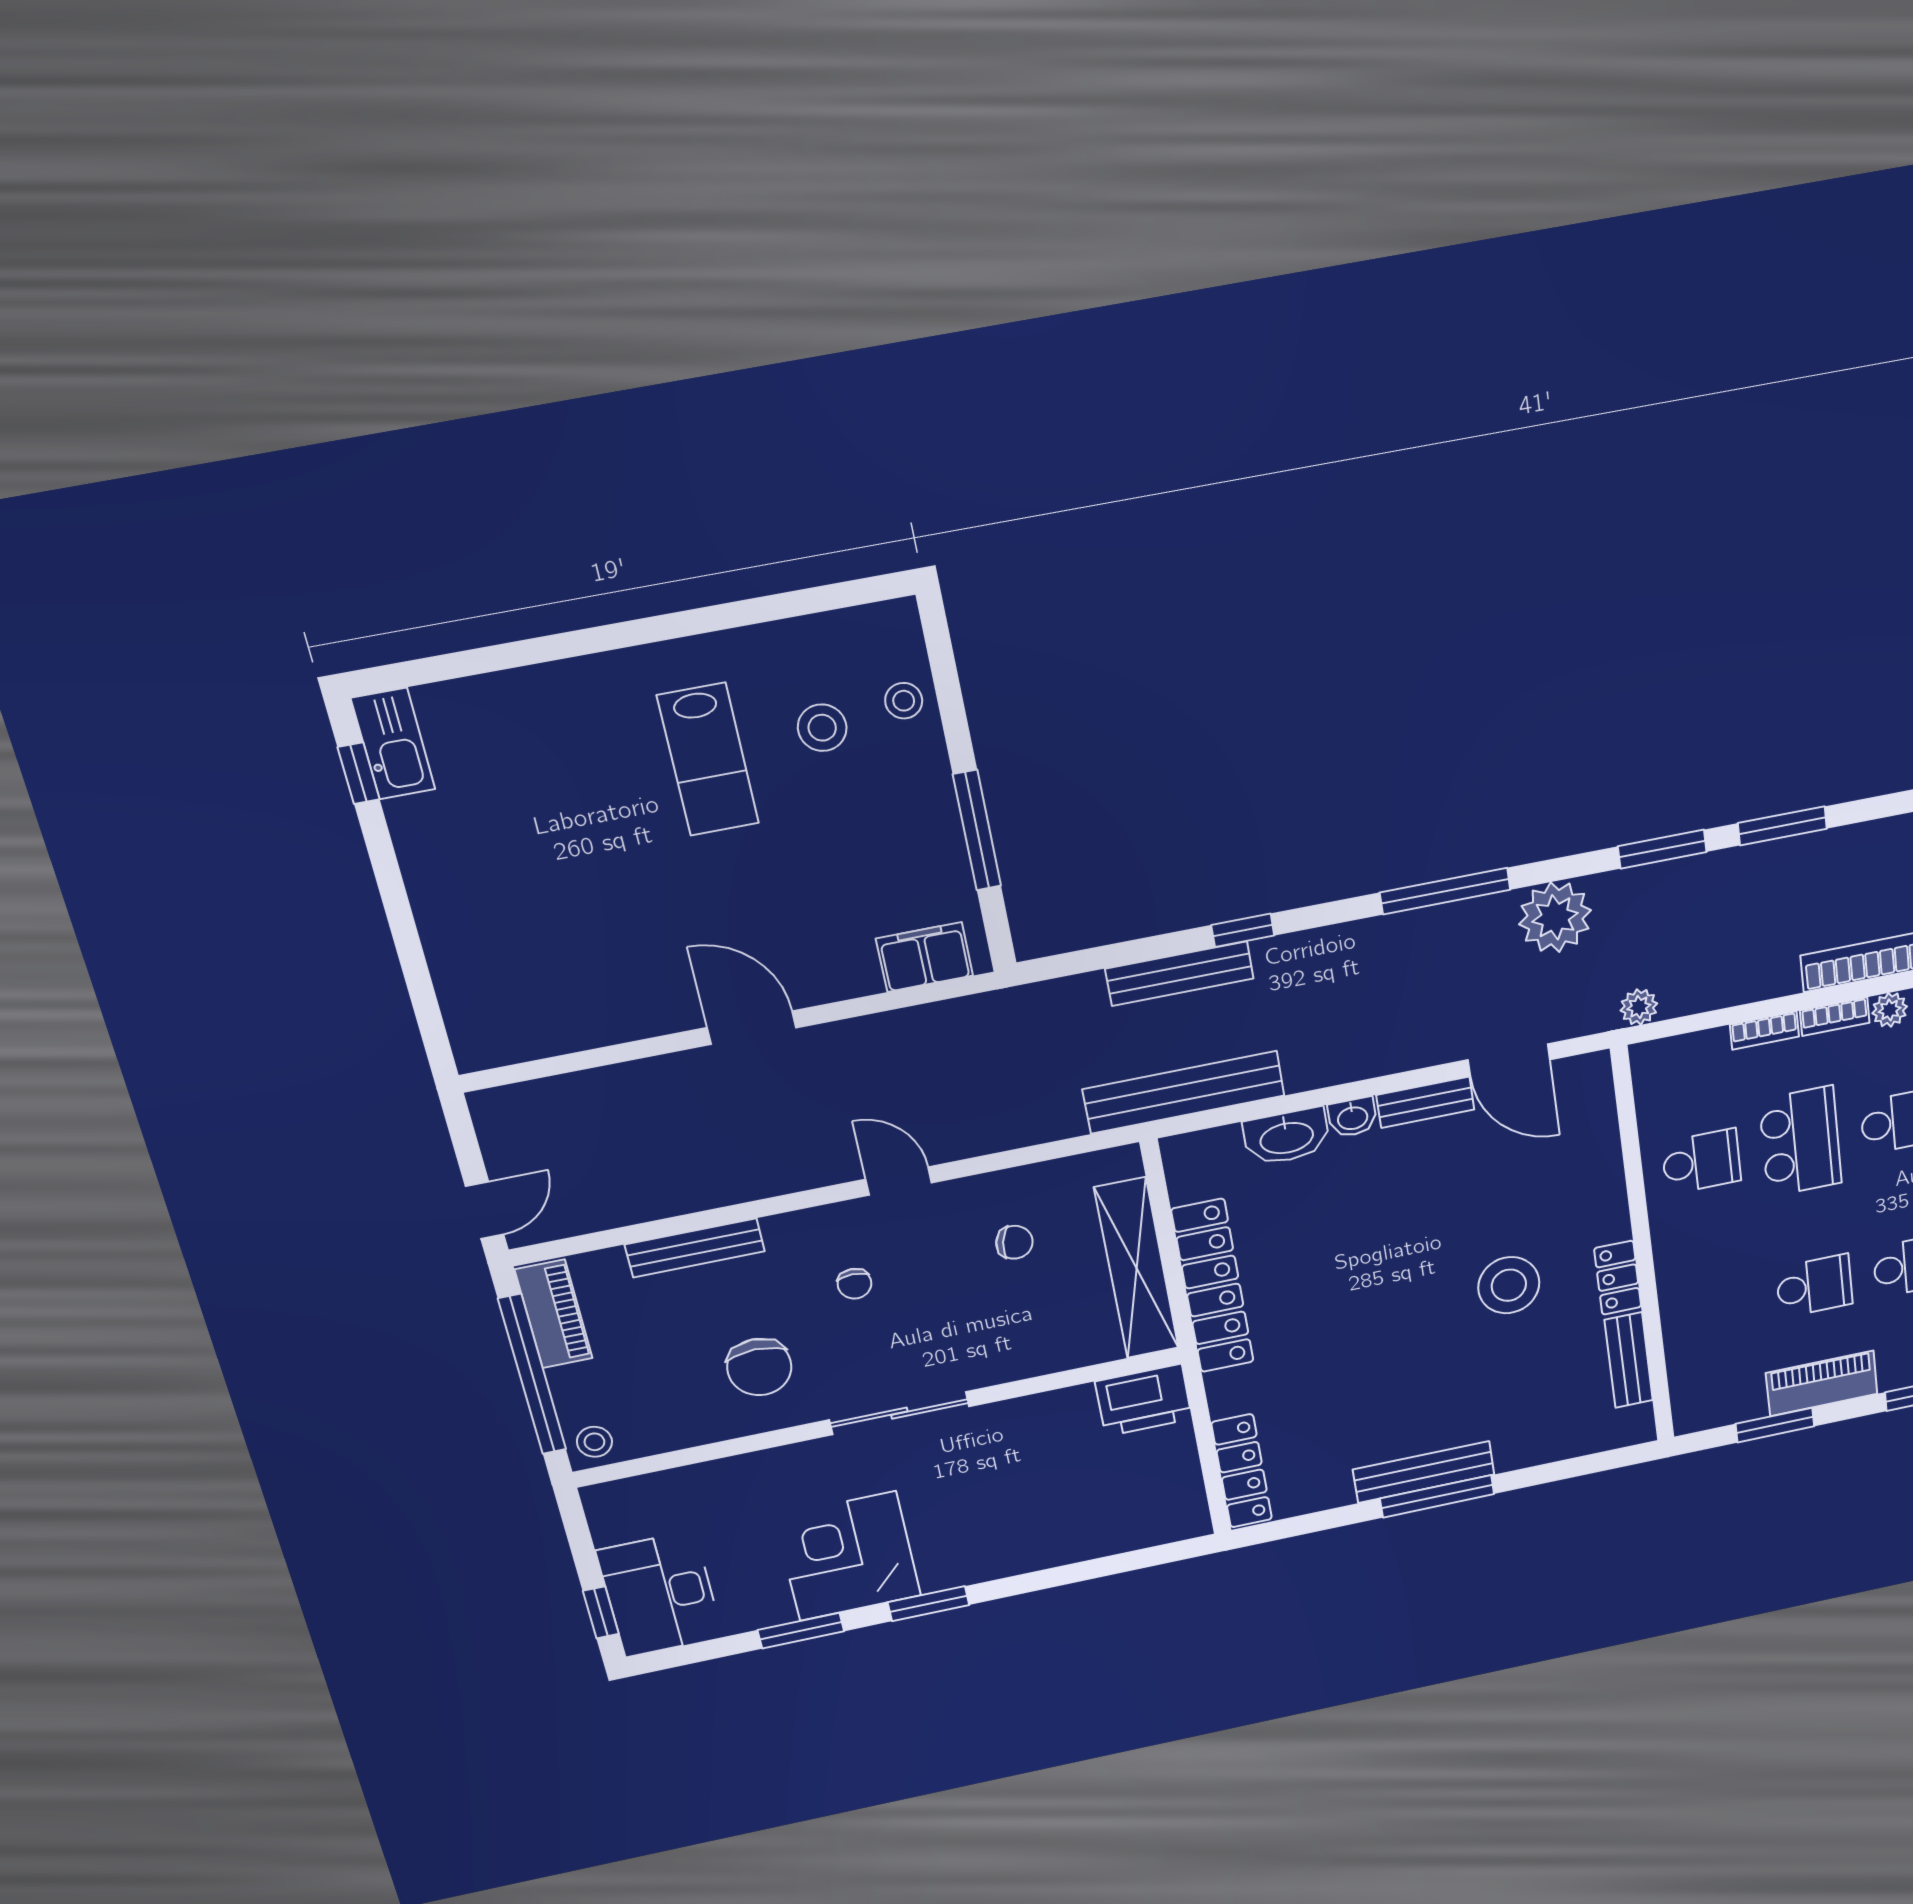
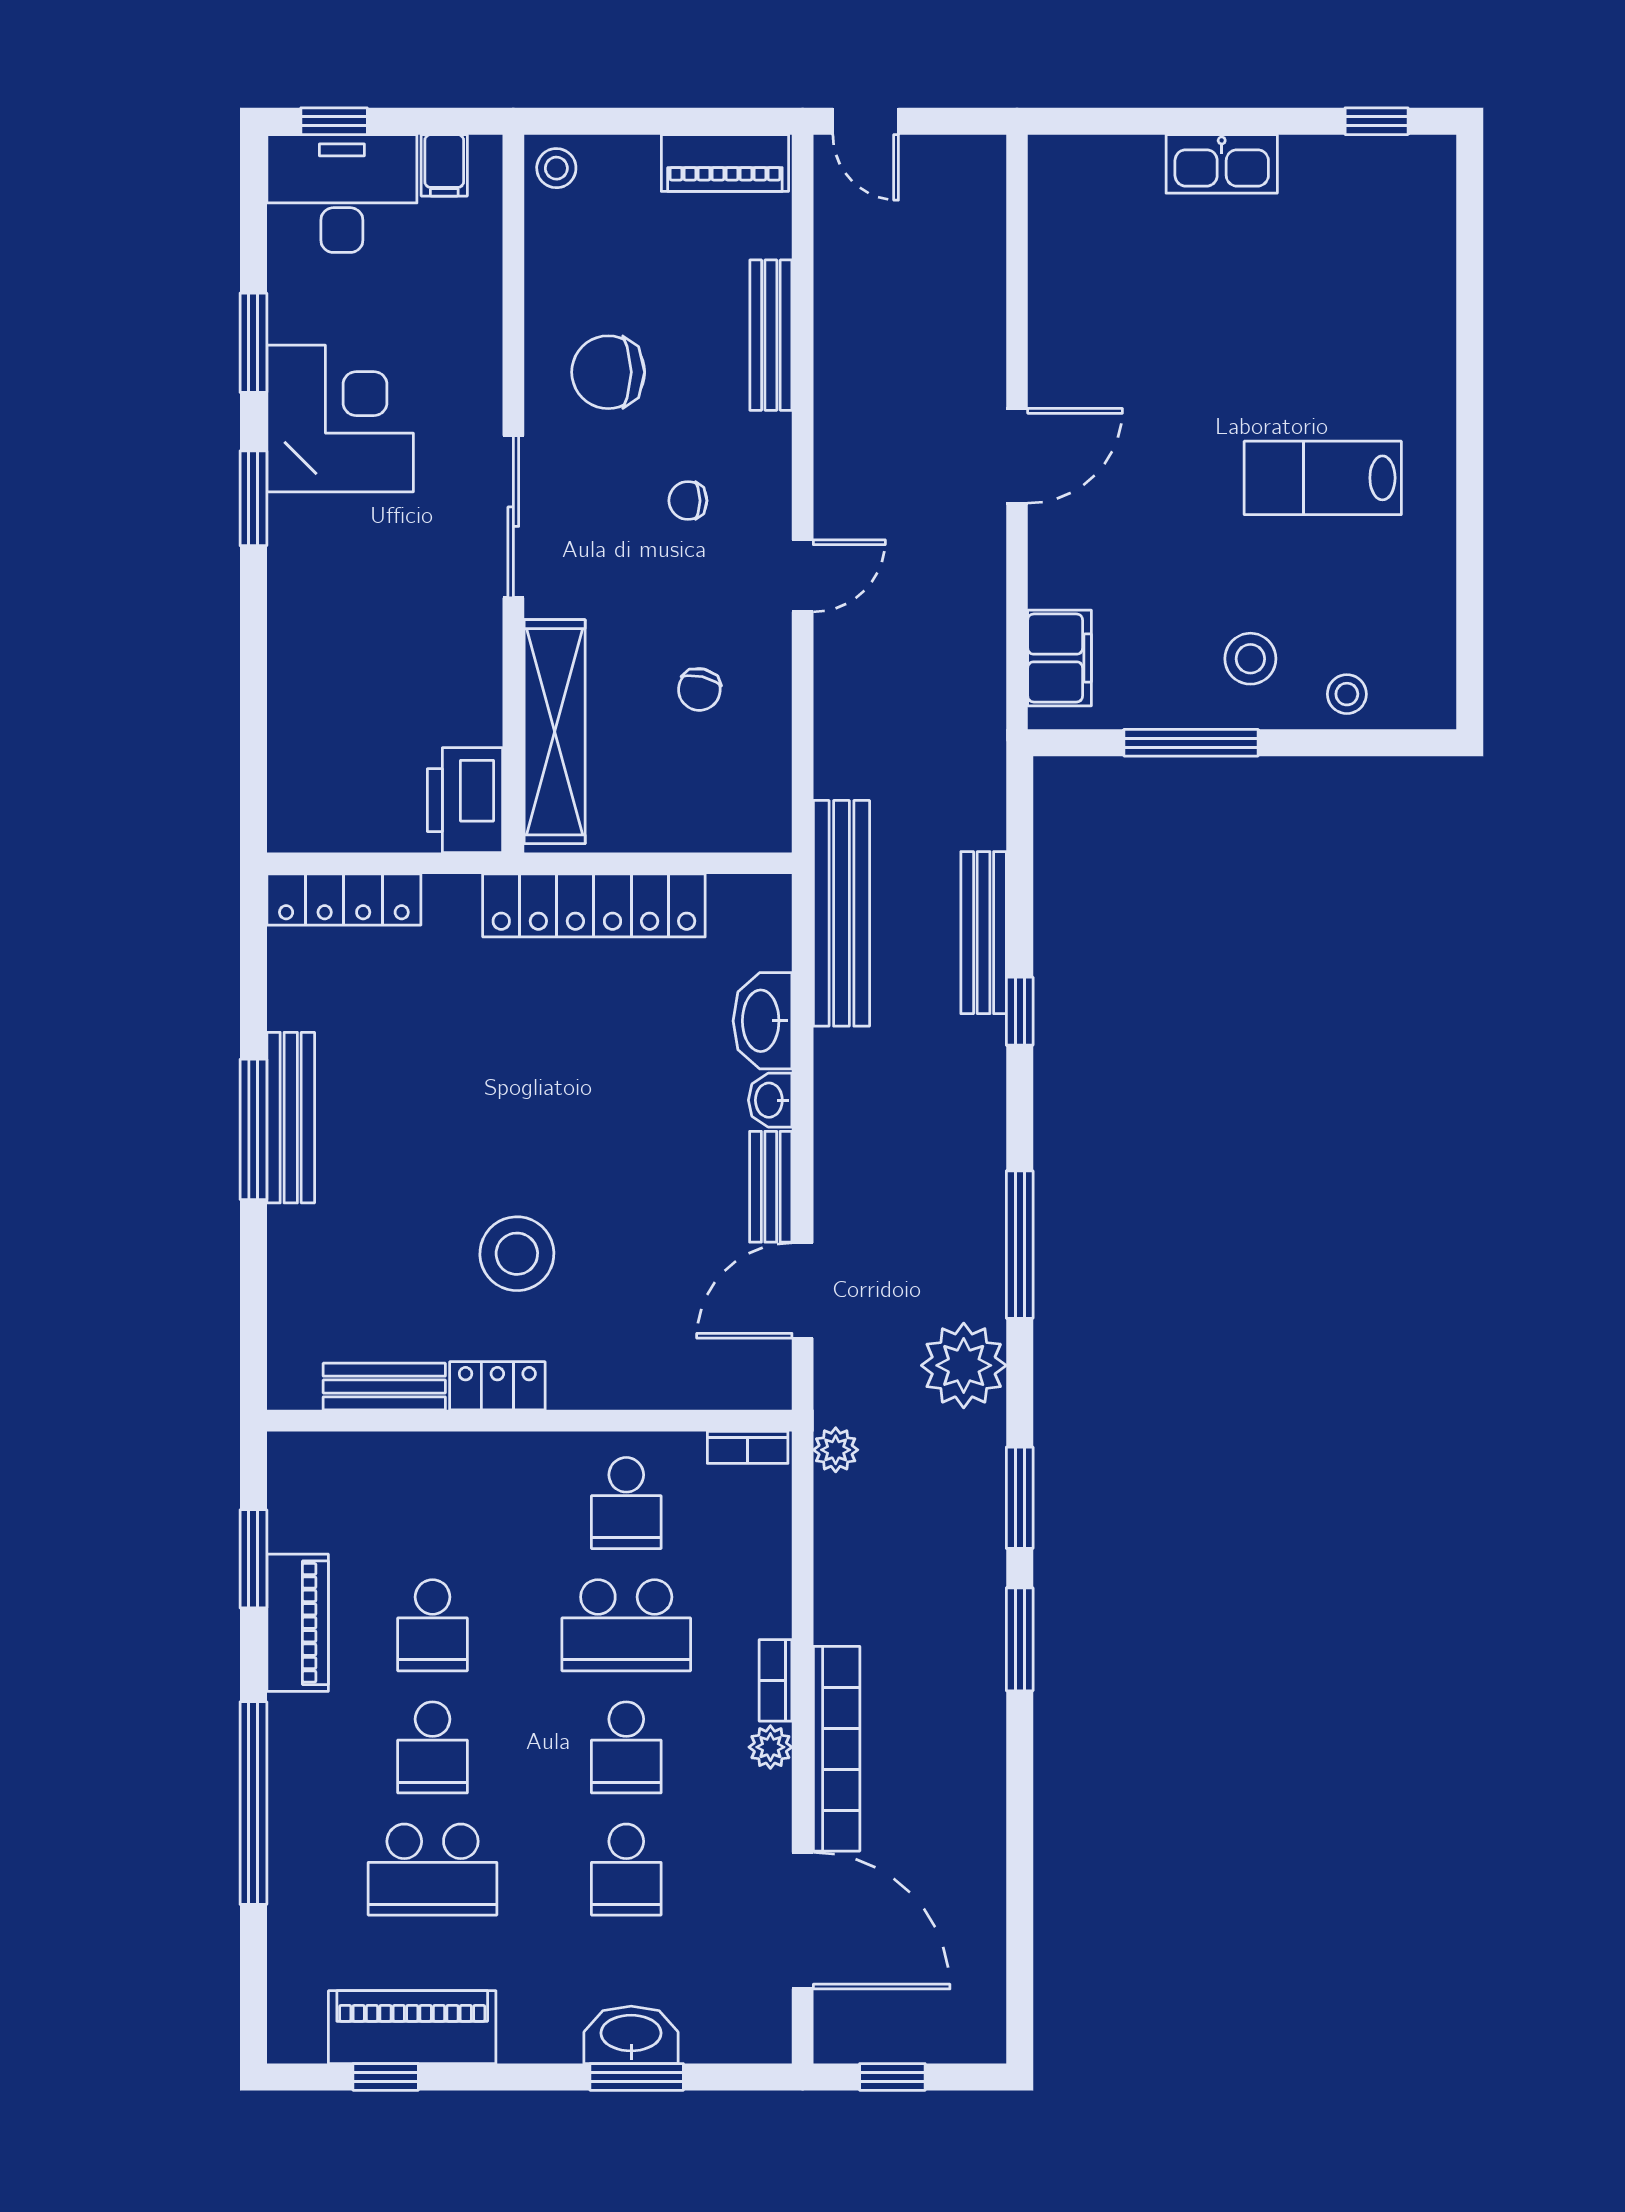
stool: (822, 728) -> (1250, 659), moved
kitchen sink: (393, 744) -> (1222, 164), moved
bookcase: (1764, 1031) -> (748, 1447), moved, turned -90
shelving: (1137, 1268) -> (555, 732), moved, turned 90
window: (532, 1375) -> (656, 121), removed
filing cabinet: (615, 1525) -> (444, 165), added

